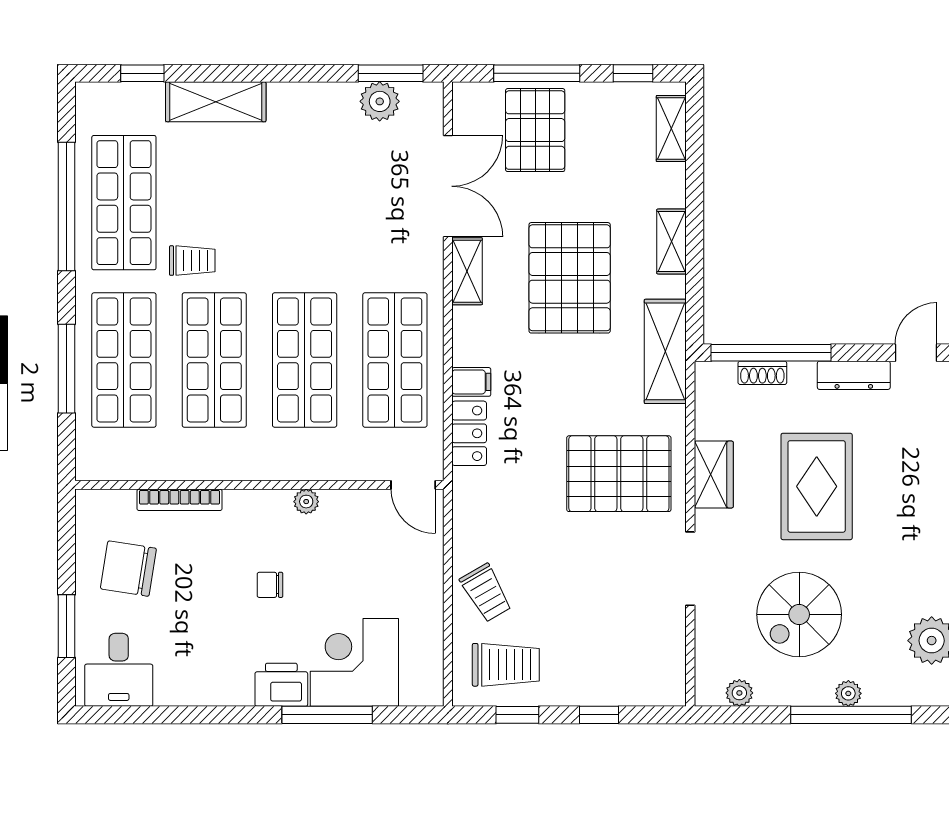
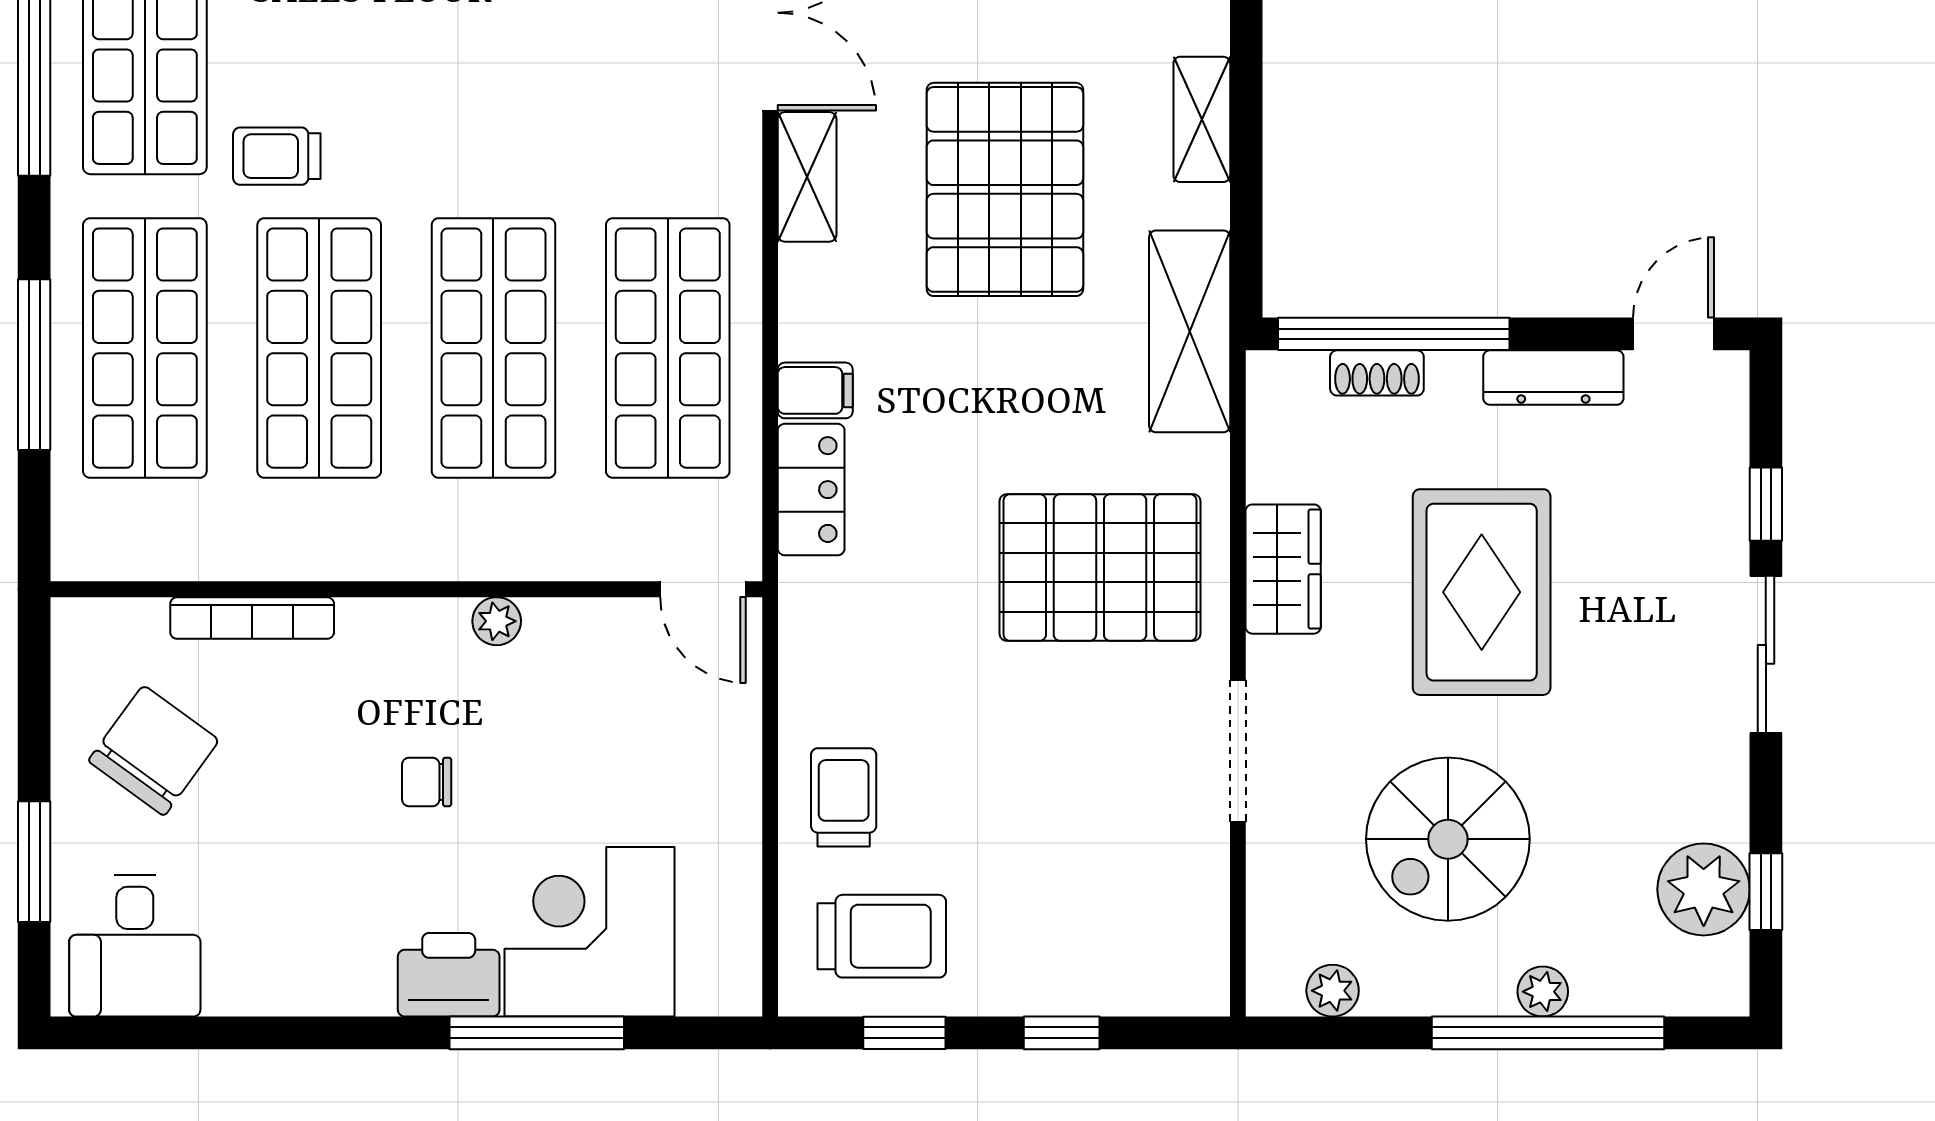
trolley: (192, 261) -> (277, 156), turned 180
chair: (128, 569) -> (154, 751), turned 117
trolley: (486, 593) -> (844, 797), turned -150

